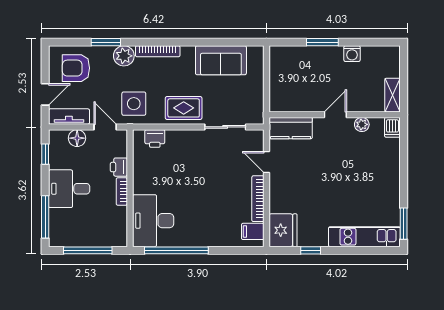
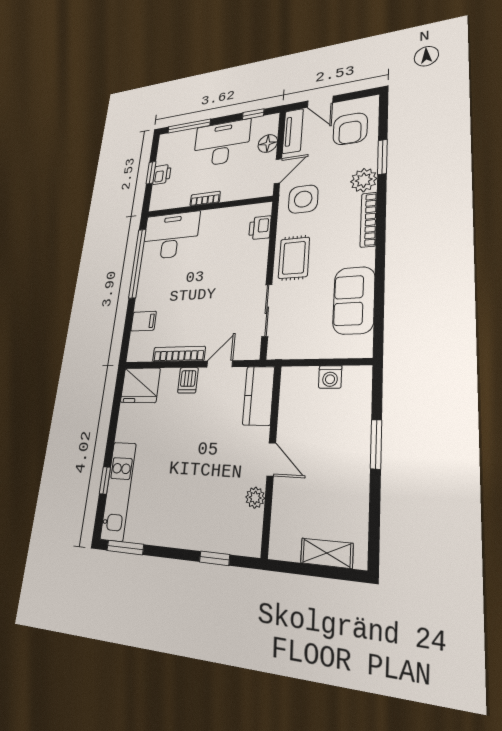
washing machine: (352, 54) -> (330, 377), moved, turned -90
armchair: (76, 68) -> (350, 129), turned 180
shelving: (393, 95) -> (327, 553), moved
dishwasher: (392, 127) -> (188, 380), moved, turned -90
window: (404, 151) -> (215, 558), added
printer: (119, 167) -> (162, 174), moved, turned 90
desk: (69, 189) -> (222, 143), width x1.37
filing cabinet: (253, 231) -> (144, 321), moved, turned 90
window: (88, 250) -> (151, 173), width x0.46
window: (311, 250) -> (105, 480), moved

